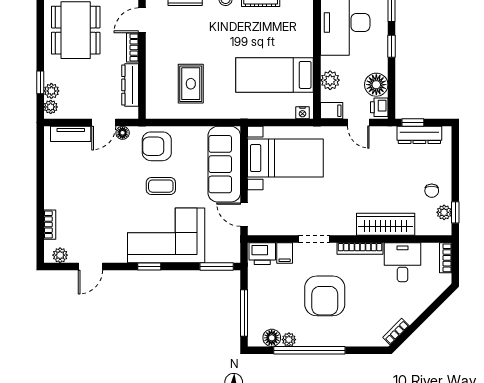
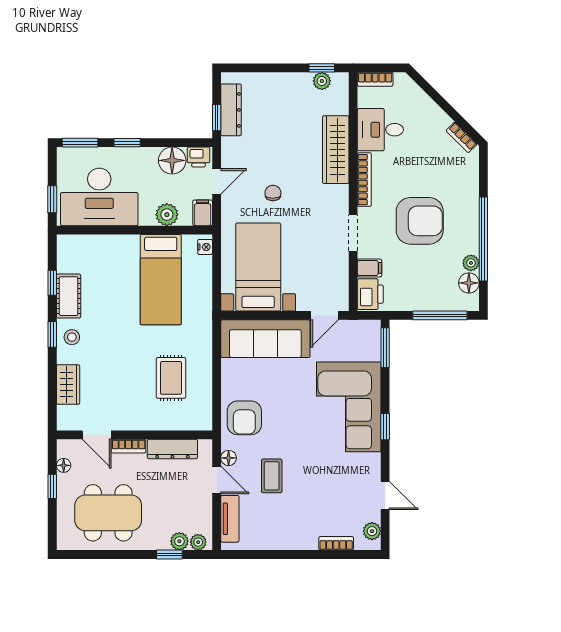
rug: (191, 84) -> (171, 378), turned 90
coffee table: (161, 186) -> (272, 476), moved
chair: (432, 191) -> (273, 193), moved, turned -90

